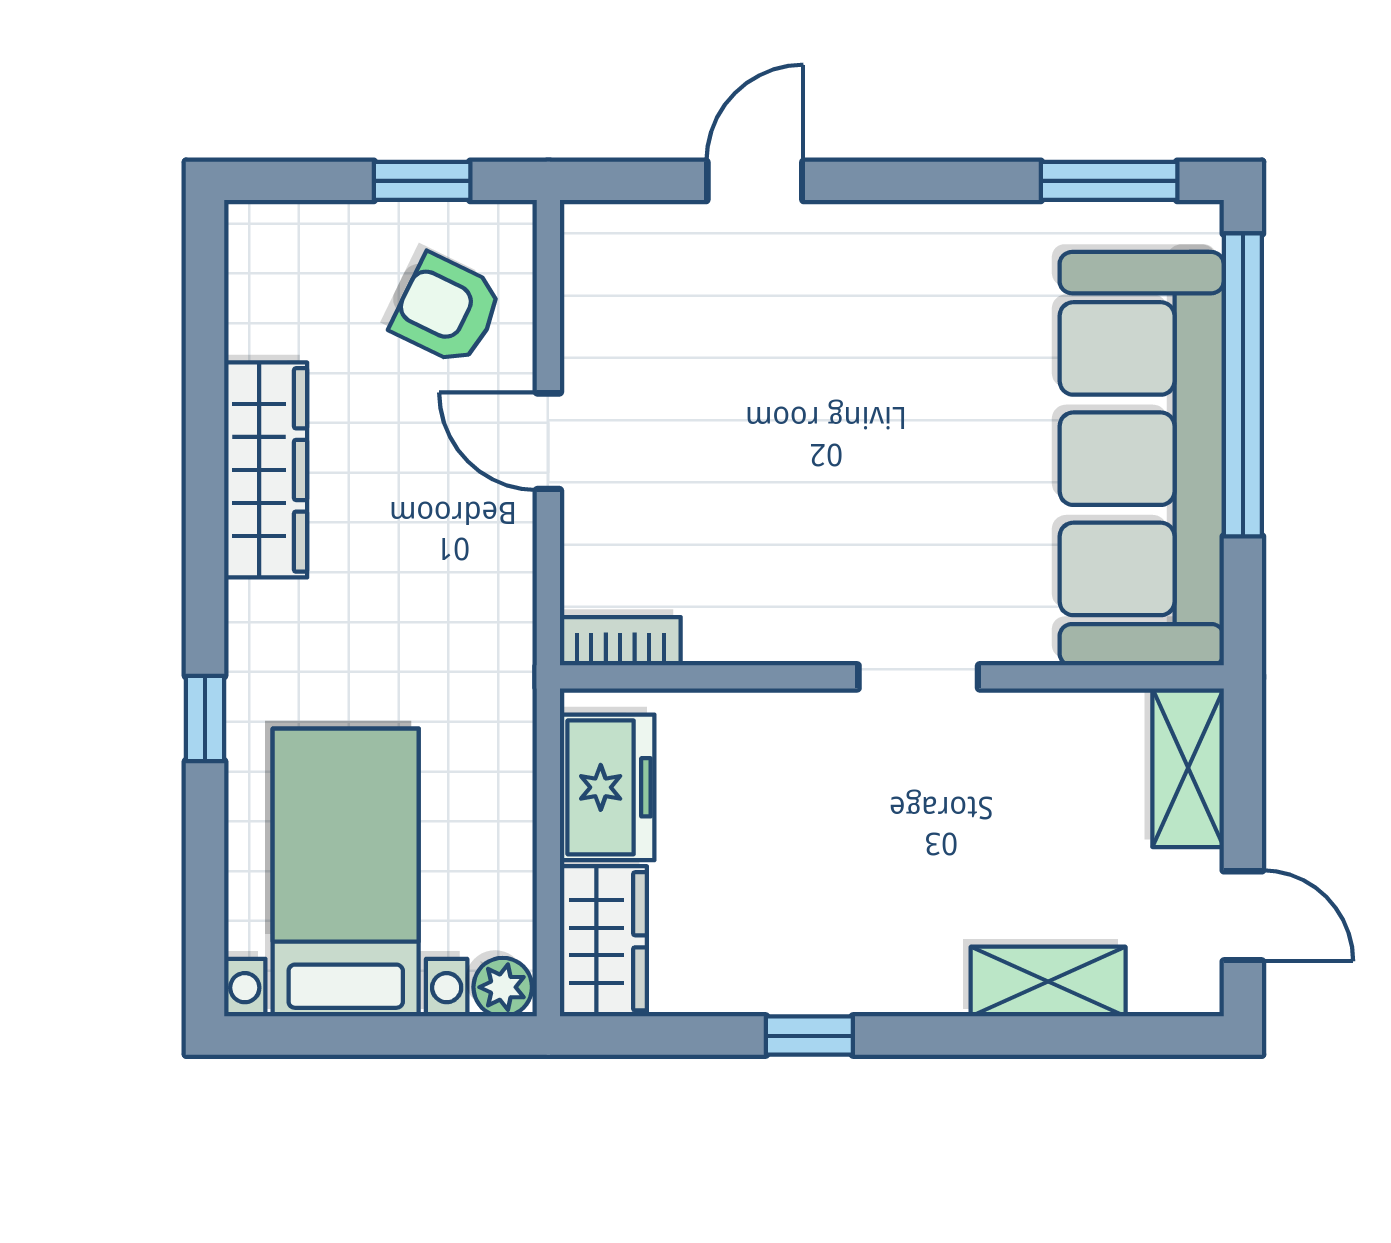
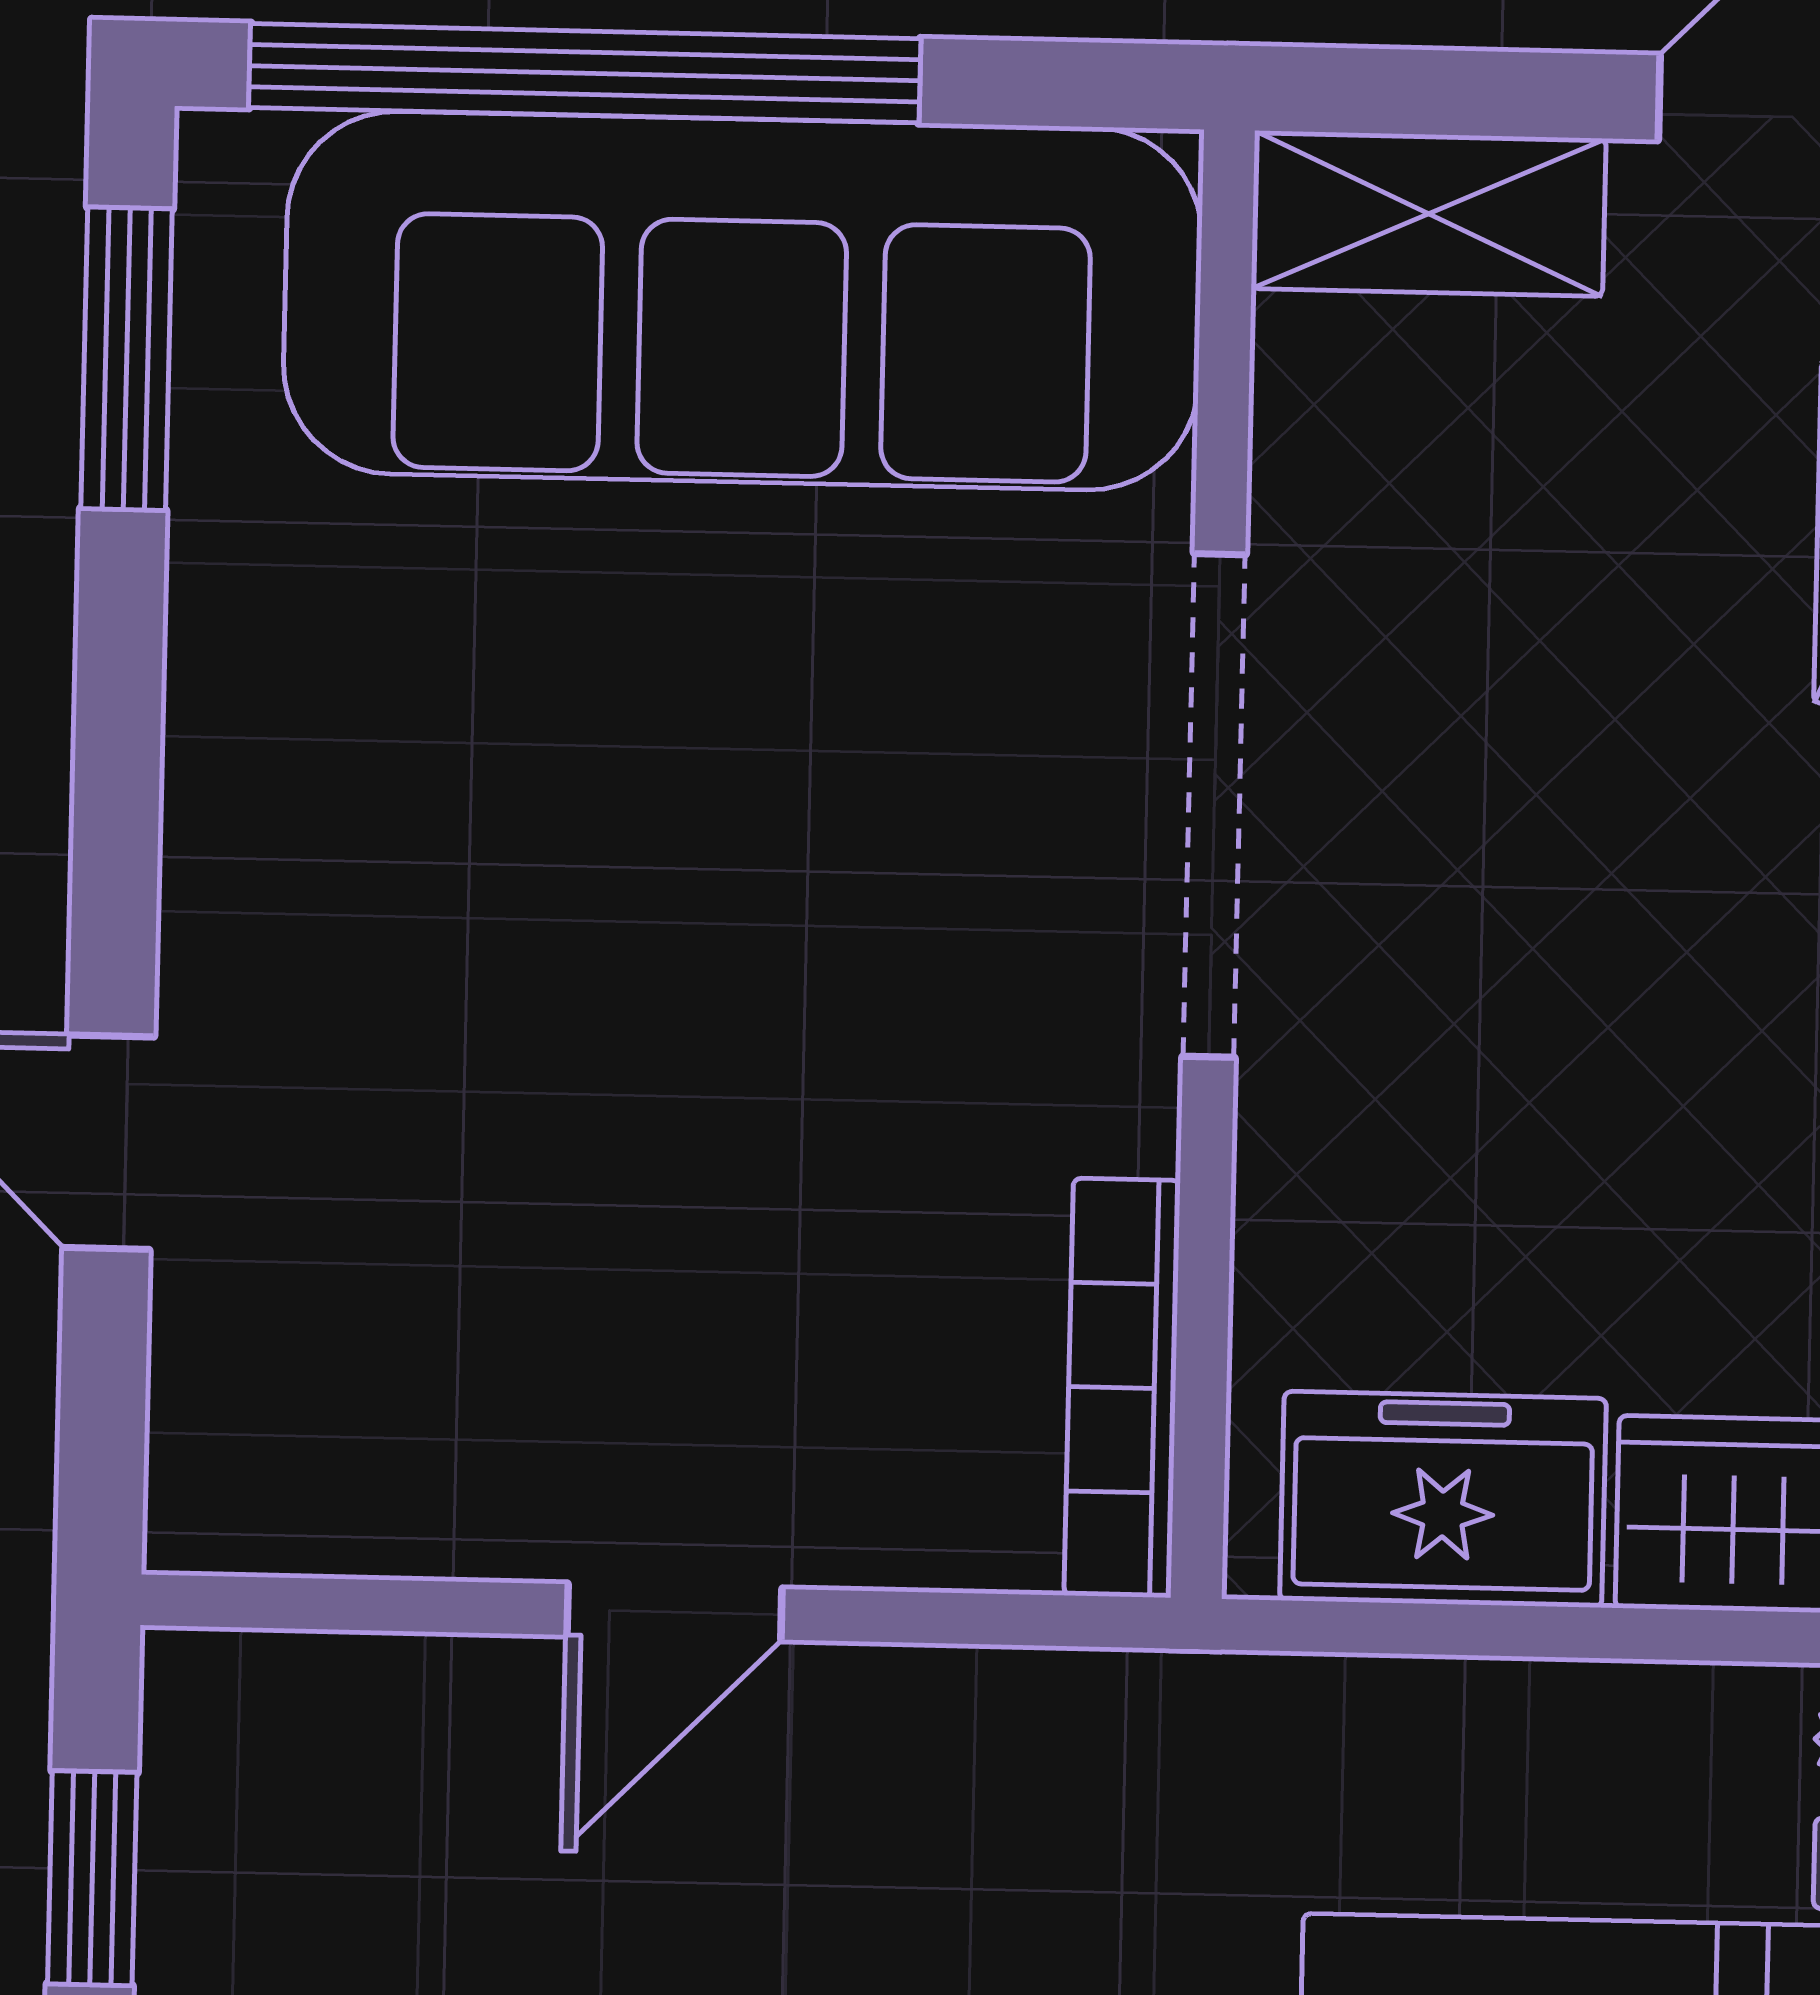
armchair: (447, 310) -> (378, 1830), removed
bookcase: (620, 641) -> (1122, 1388), width x1.56
doorway: (918, 677) -> (1214, 805), width x1.88

